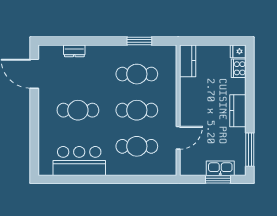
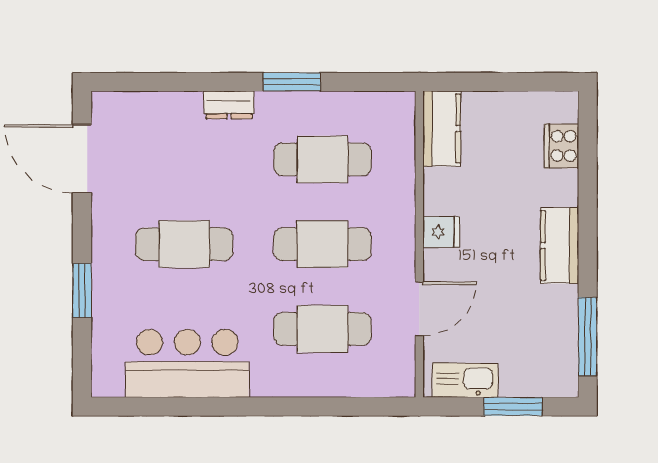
window: (139, 41) -> (292, 82), moved
dresser: (74, 51) -> (229, 105), moved
fridge: (238, 51) -> (441, 232), moved, turned 180
window: (34, 130) -> (82, 290), added
kitchen sink: (220, 168) -> (465, 380), moved

